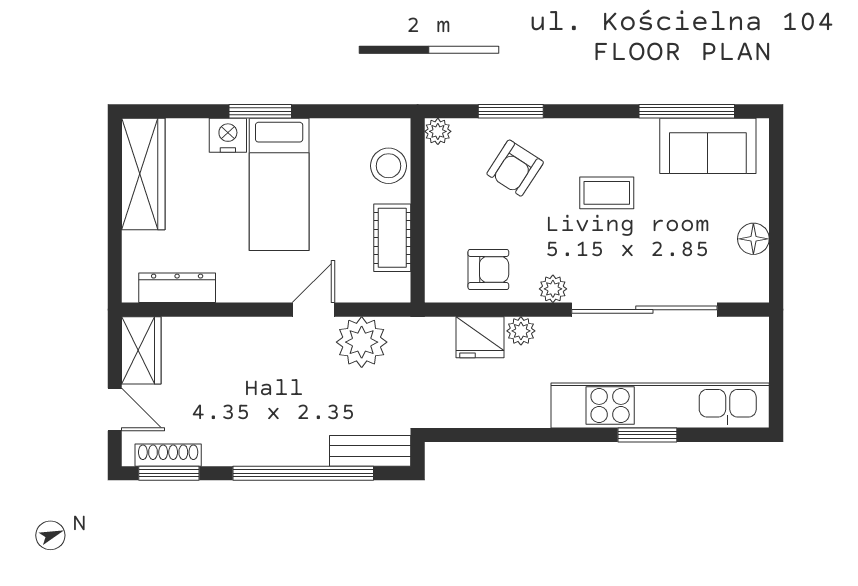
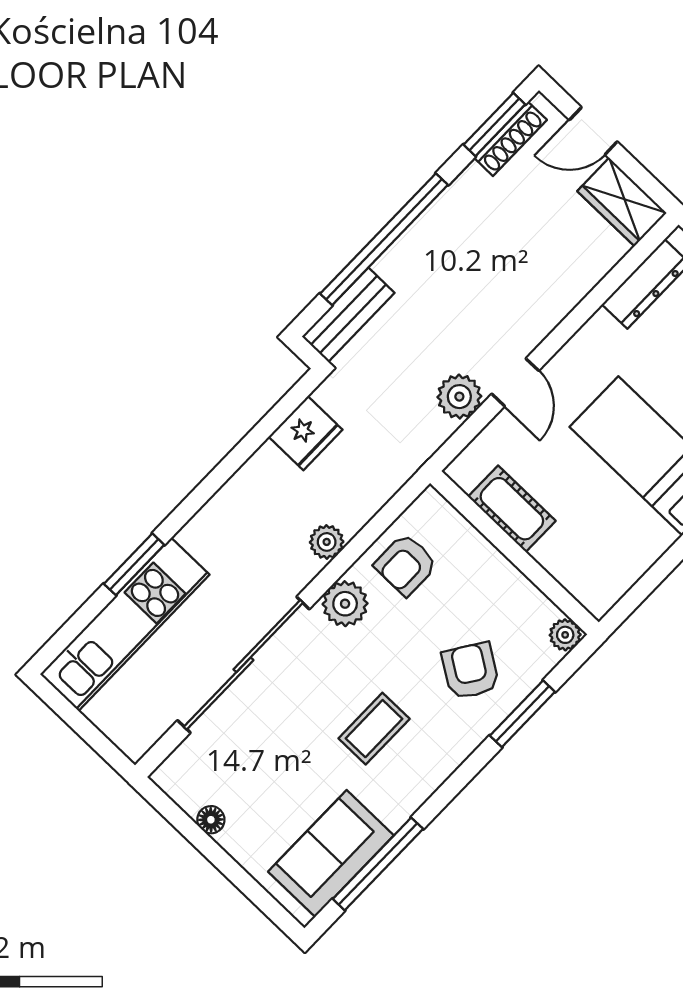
stool: (388, 166) -> (576, 565), removed
floor lamp: (753, 239) -> (211, 820), width x0.73, depth x0.73
plant: (553, 289) -> (345, 604), width x1.38, depth x1.38
fridge: (480, 337) -> (305, 433), moved, turned 180
plant: (362, 342) -> (459, 397), width x0.73, depth x0.73
kitchen unit: (660, 405) -> (125, 624), width x0.73

